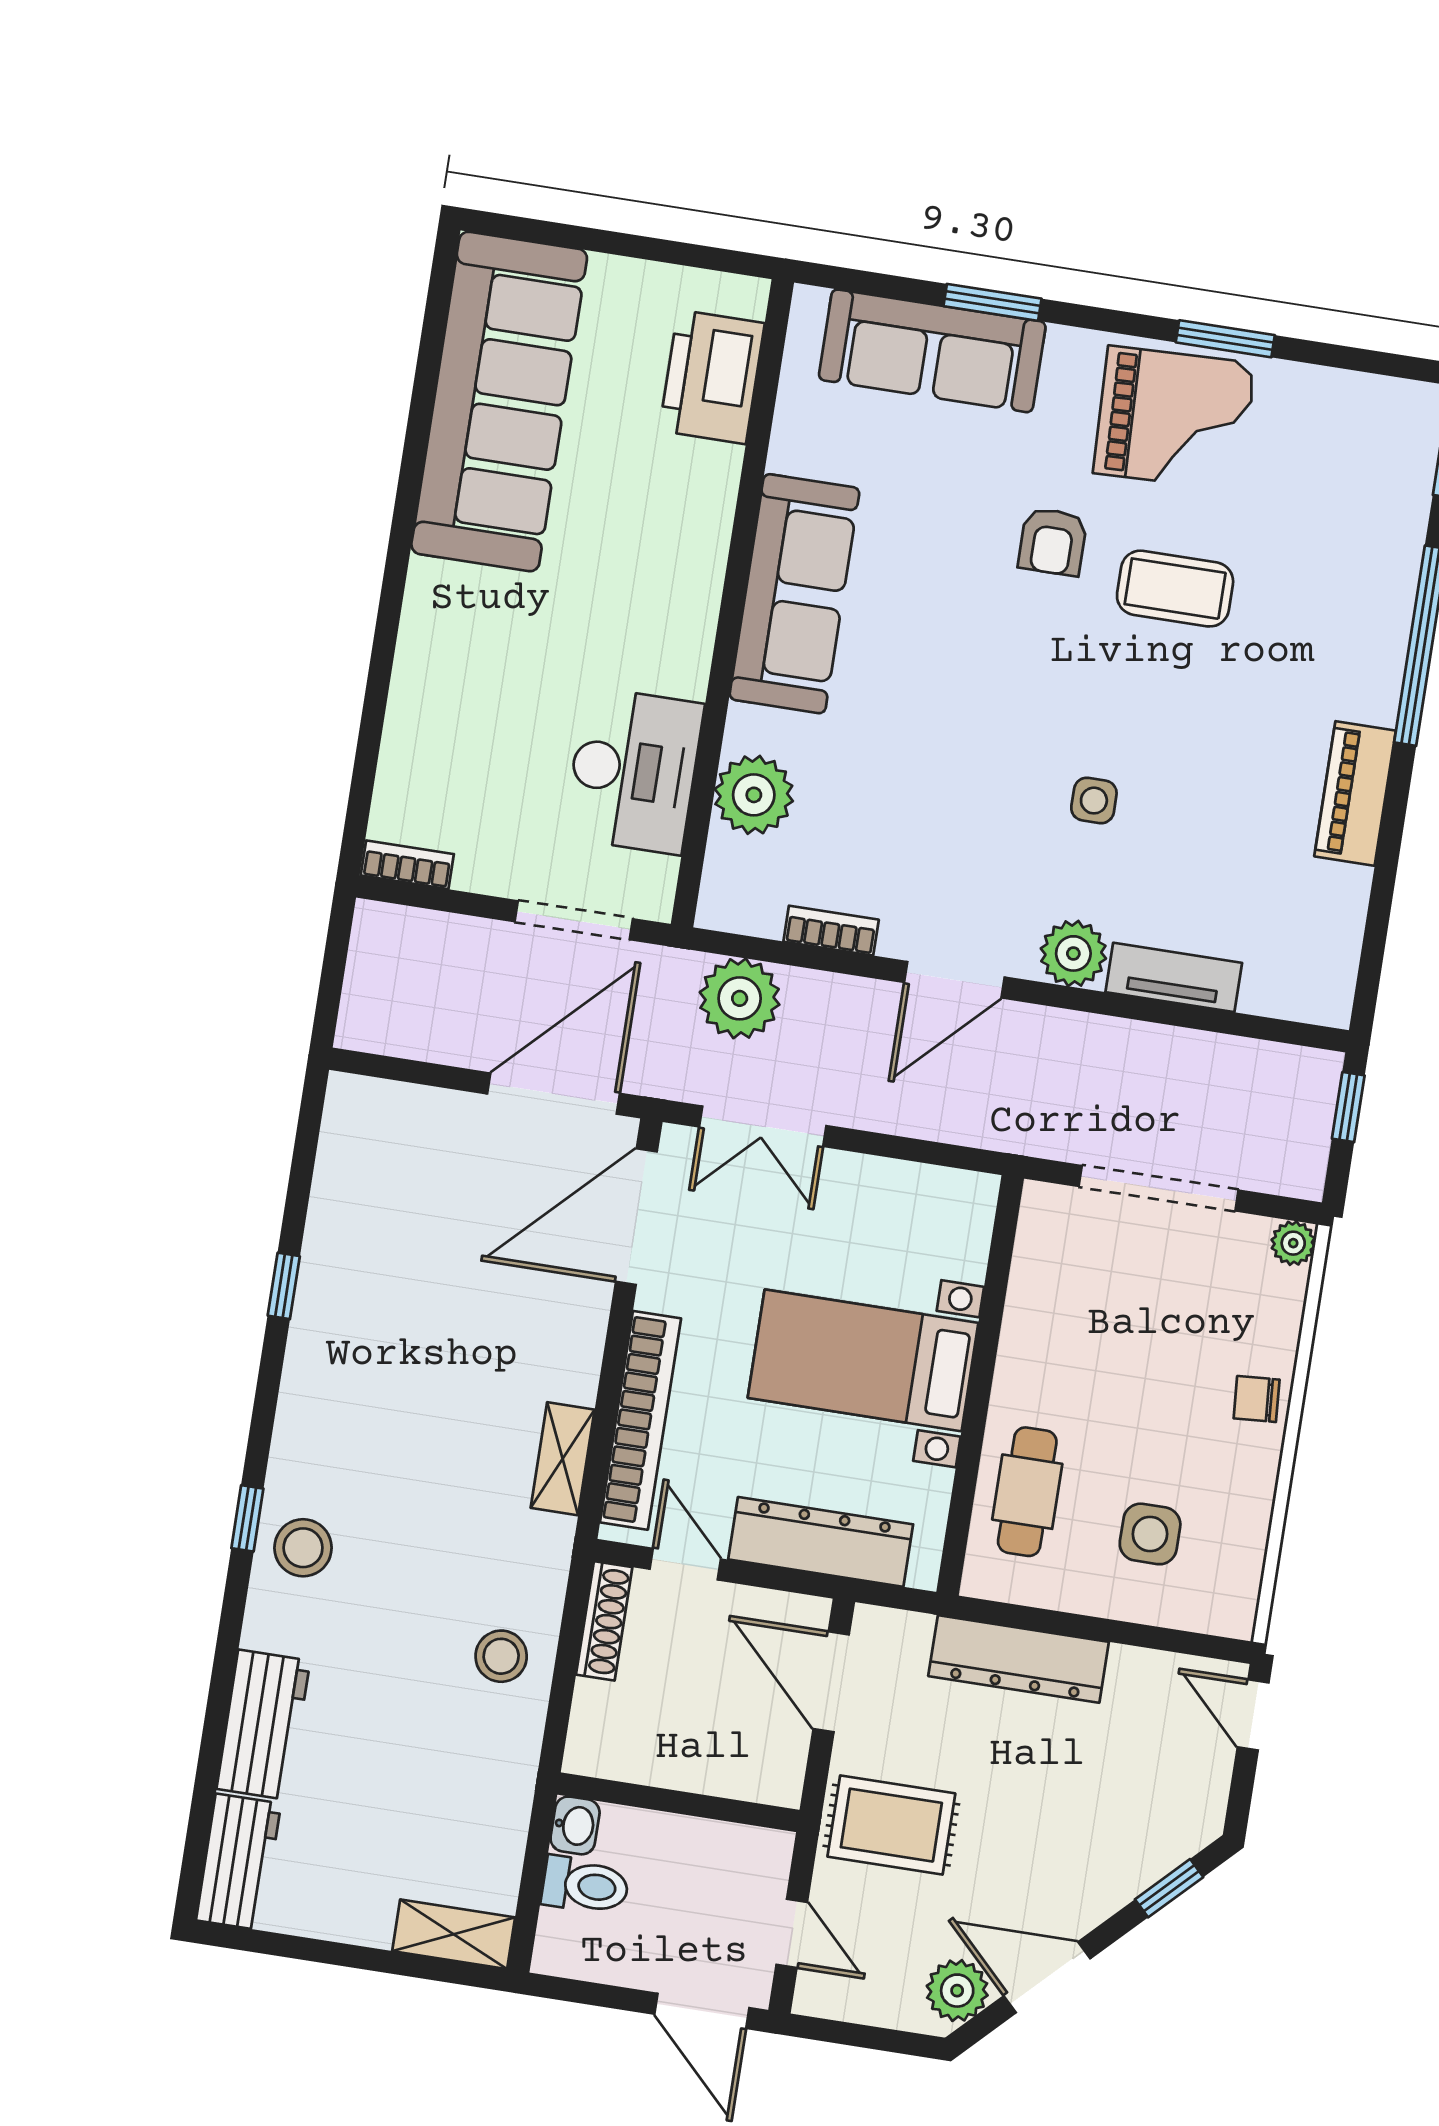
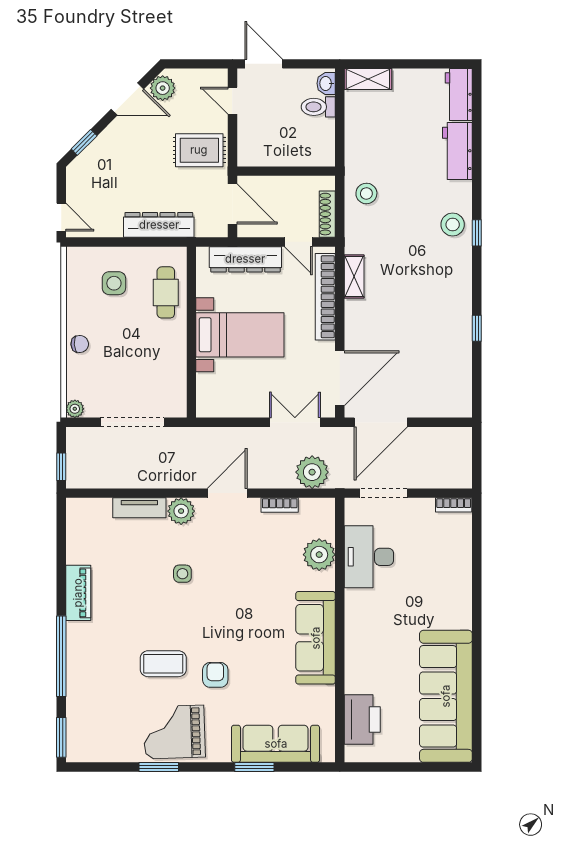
wall: (678, 1802) -> (286, 171), moved
washbasin: (575, 1825) -> (326, 83), moved

